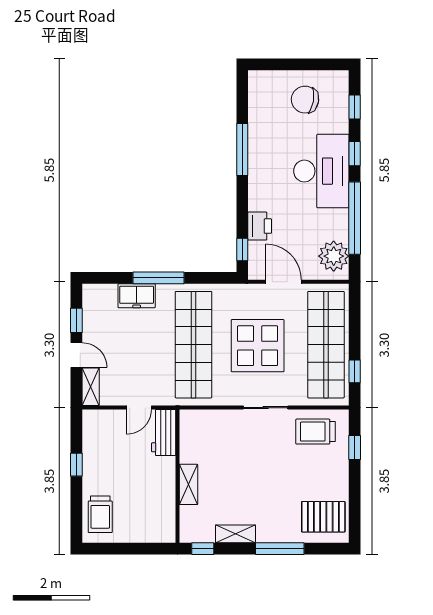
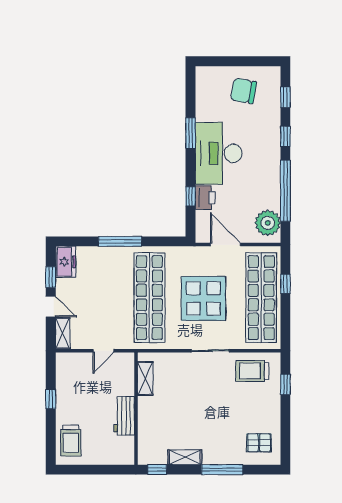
window: (242, 150) -> (191, 133), width x0.69
desk: (321, 171) -> (219, 153), moved, turned 180
window: (242, 250) -> (191, 196), moved
freezer: (137, 296) -> (66, 262), moved, turned -90
window: (355, 371) -> (285, 284), moved
workbench: (164, 433) -> (124, 416), moved
shelving: (188, 484) -> (145, 379), moved
pallet: (323, 517) -> (259, 443), width x0.67, depth x0.71

